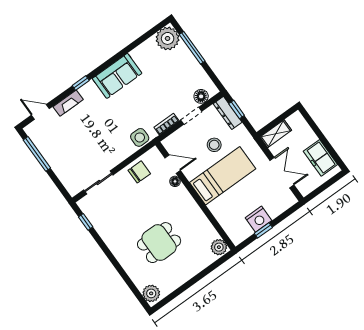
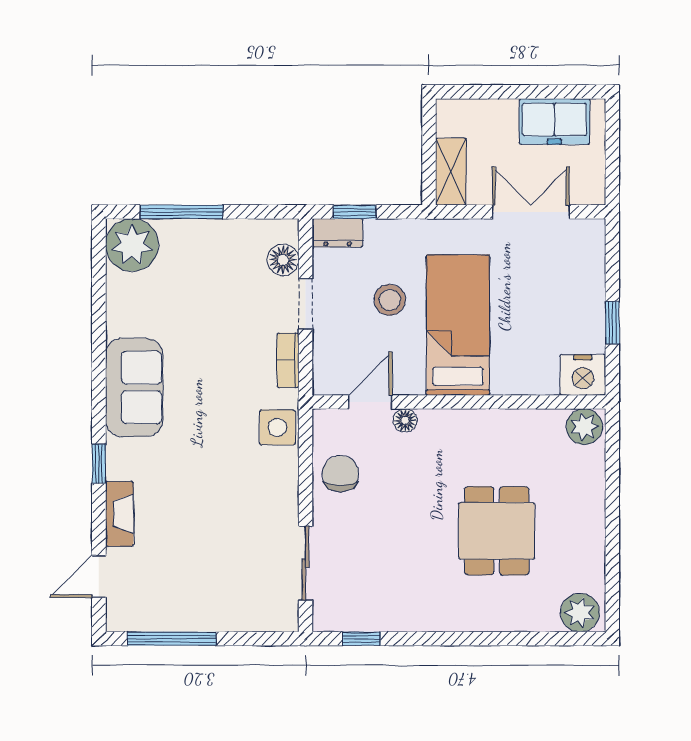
dresser: (228, 113) -> (338, 233), width x0.70
nightstand: (259, 219) -> (583, 375), moved, turned 90

